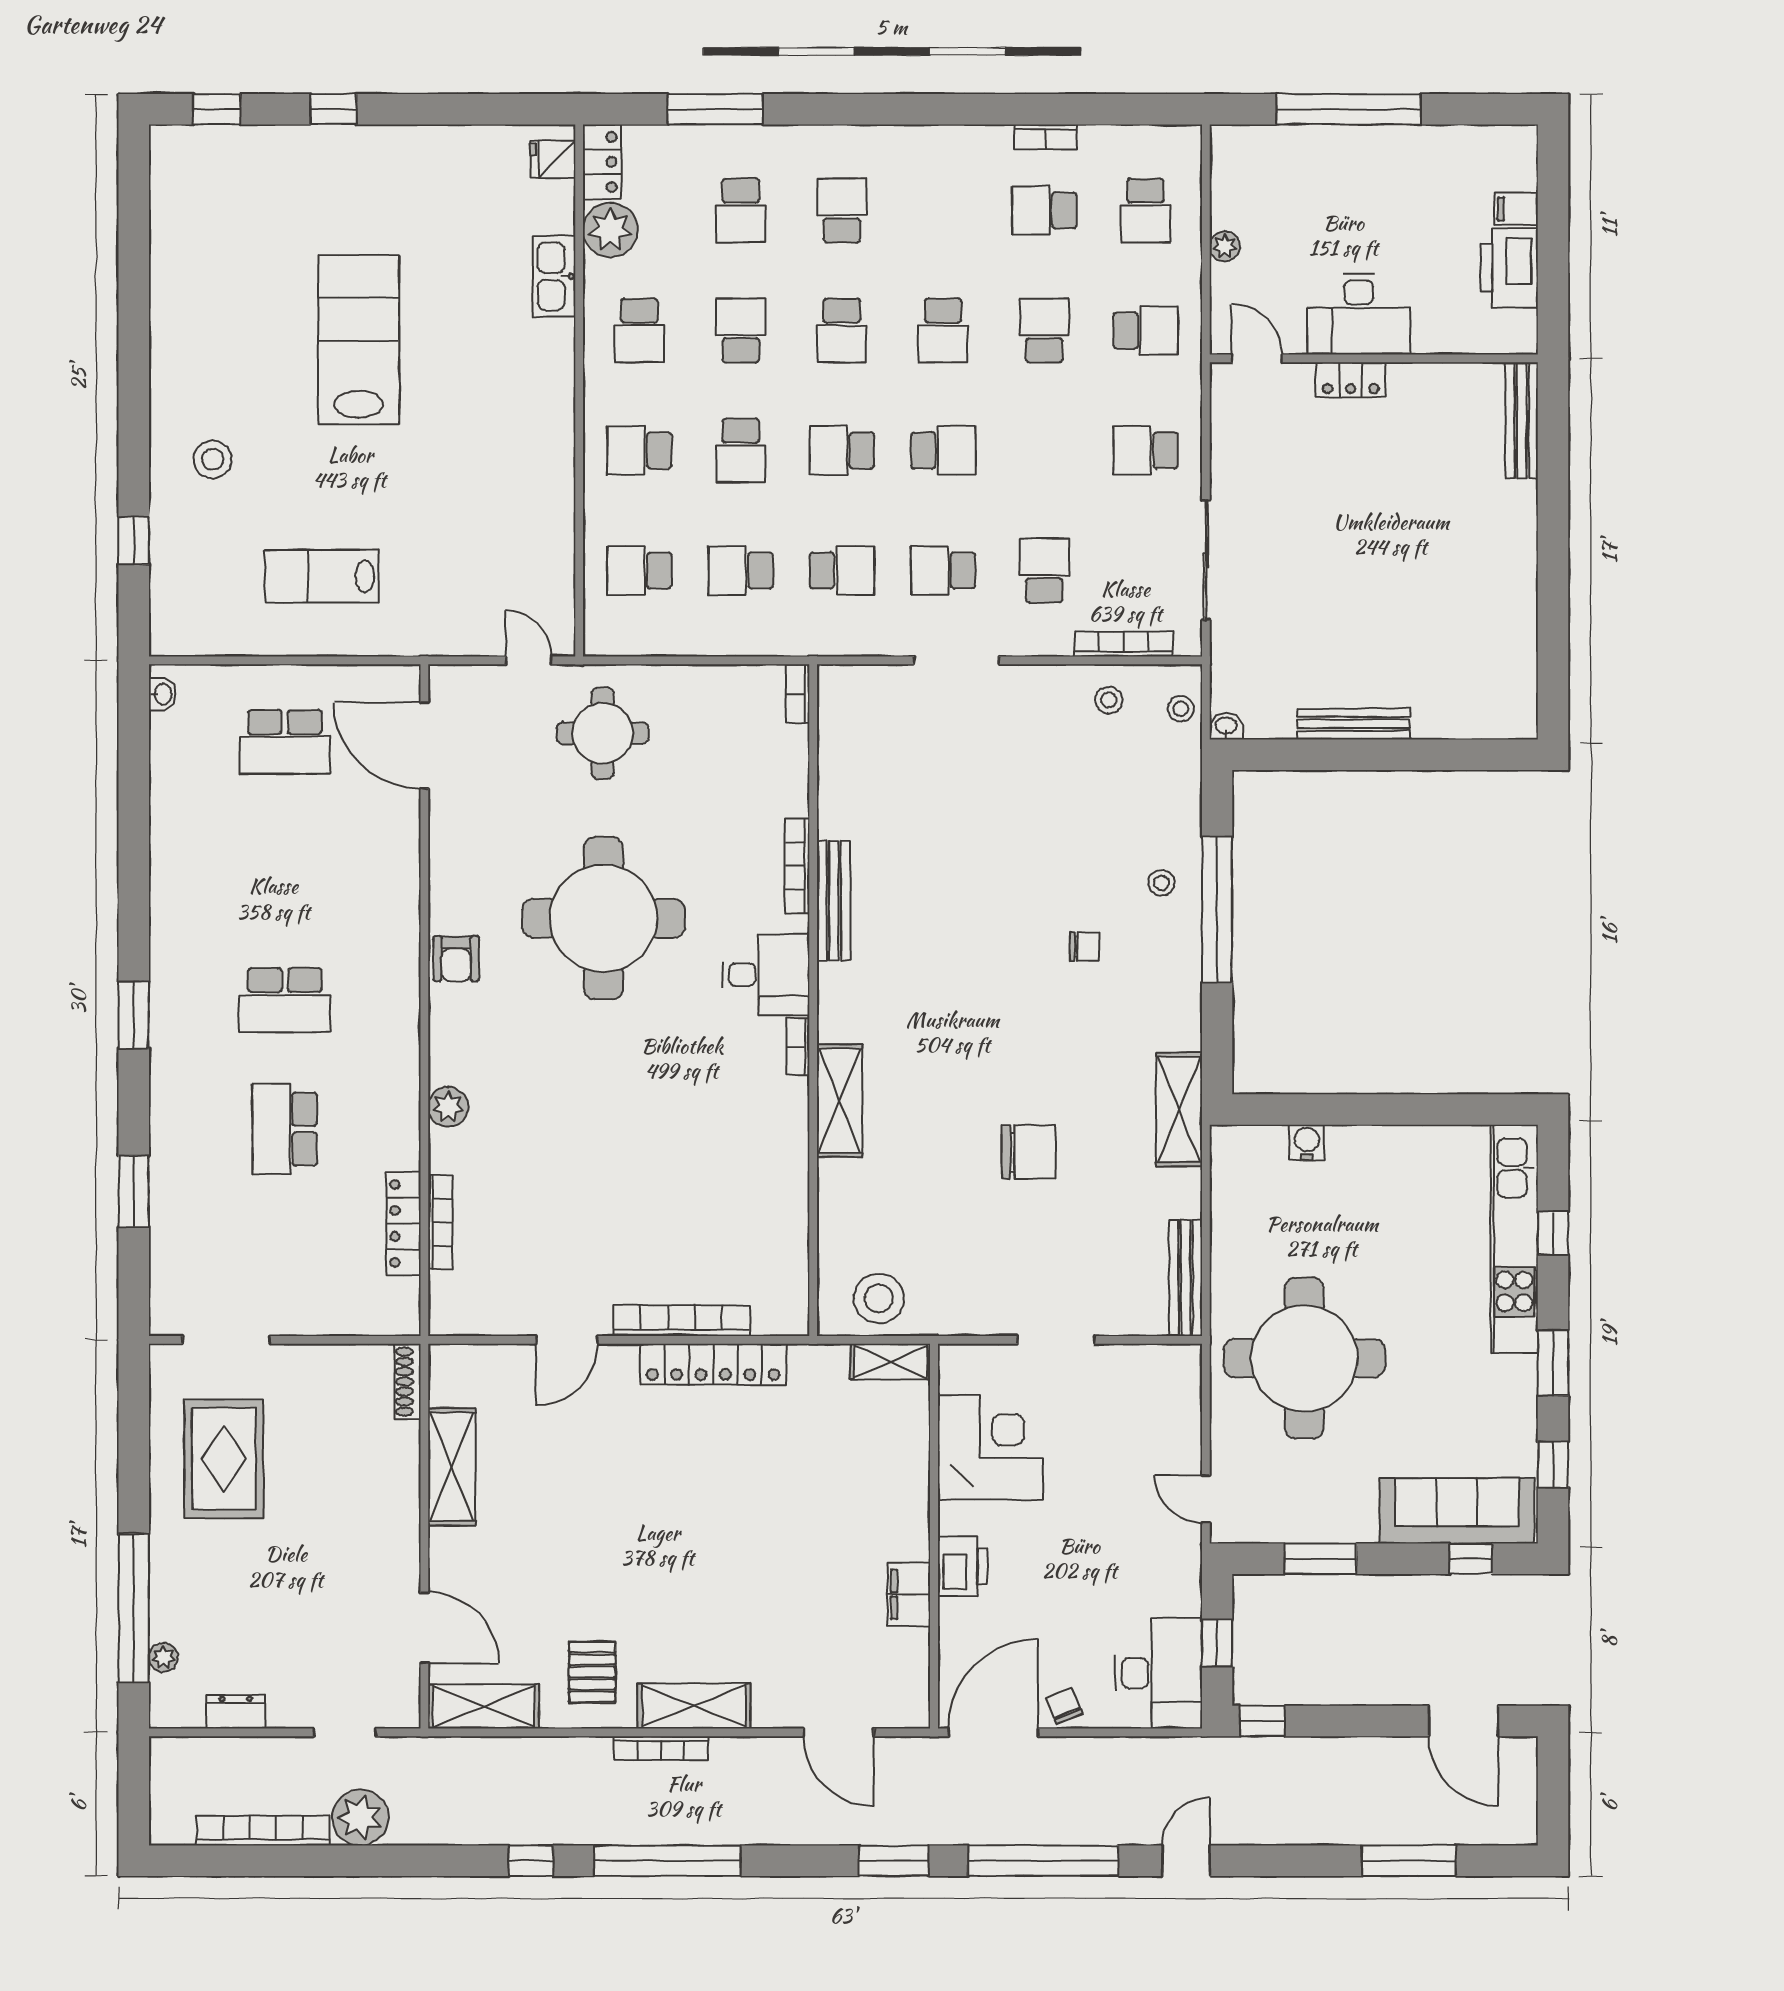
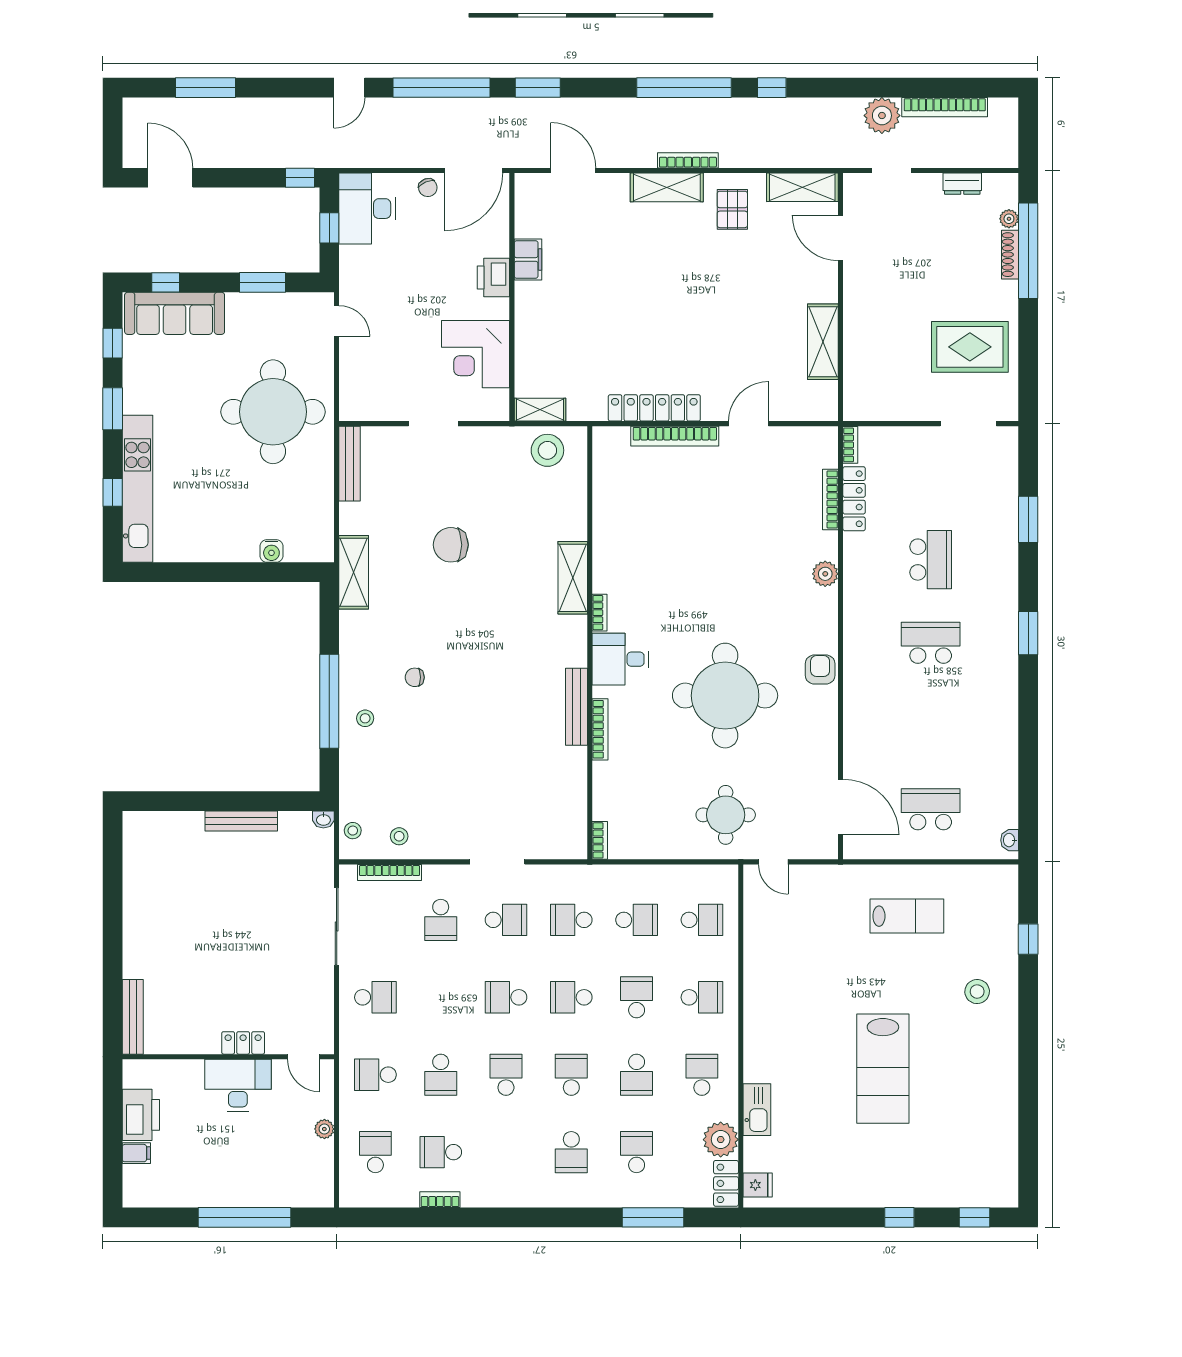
school desk: (1044, 210) -> (441, 1152), turned 180
school desk: (842, 450) -> (571, 997), turned 180
bookcase: (409, 1307) -> (850, 445), added
shoe rack: (408, 1382) -> (1010, 255), moved, turned 180
rug: (224, 1459) -> (970, 347), turned 90

